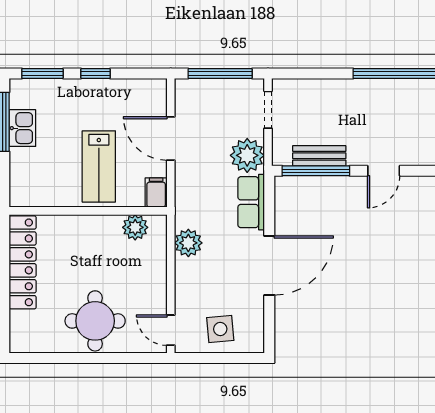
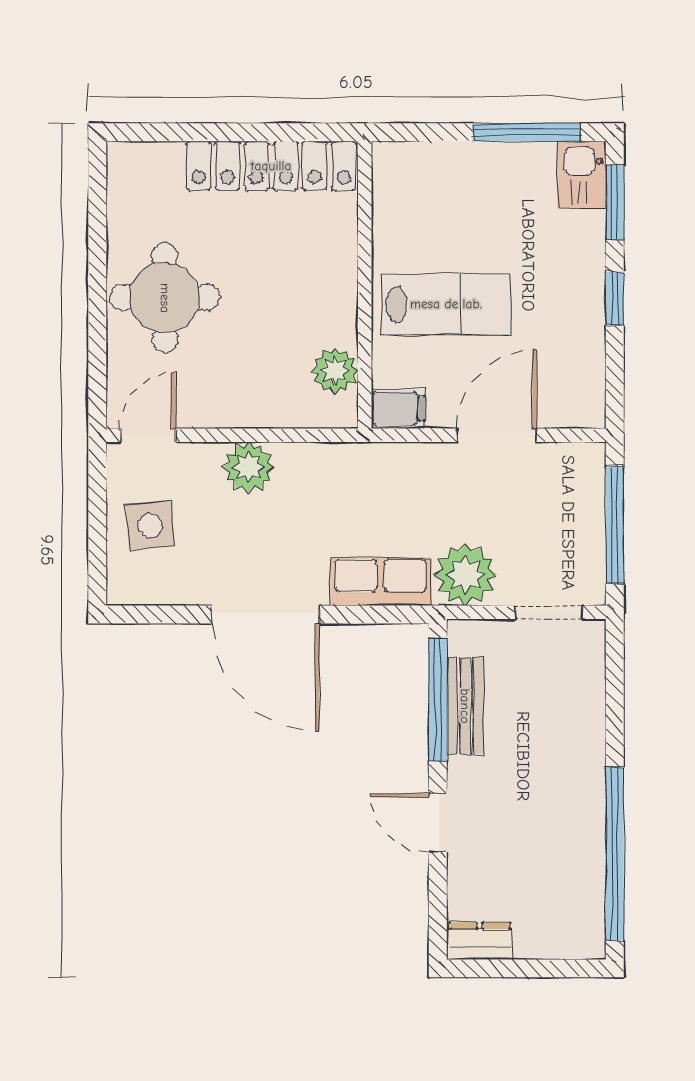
kitchen sink: (22, 128) -> (582, 175), moved, turned 90
lab bench: (99, 166) -> (446, 304), turned 180
plant: (188, 243) -> (248, 467), moved

